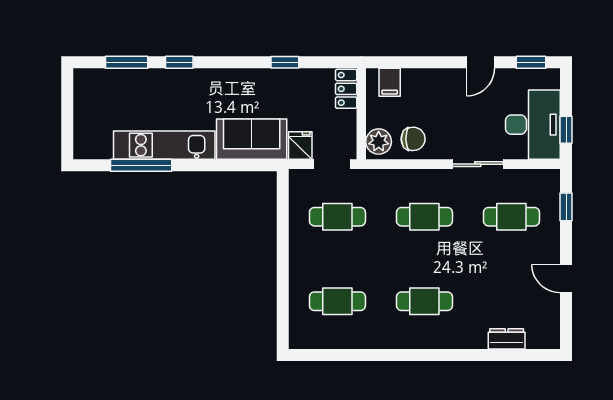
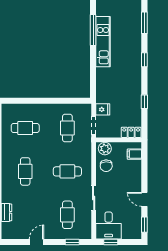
window: (179, 62) -> (144, 60), moved
desk: (533, 125) -> (109, 226), width x0.73
sofa: (252, 139) -> (106, 85), removed
cafe table: (424, 217) -> (67, 171), turned 90
cafe table: (337, 301) -> (25, 128), turned 90

